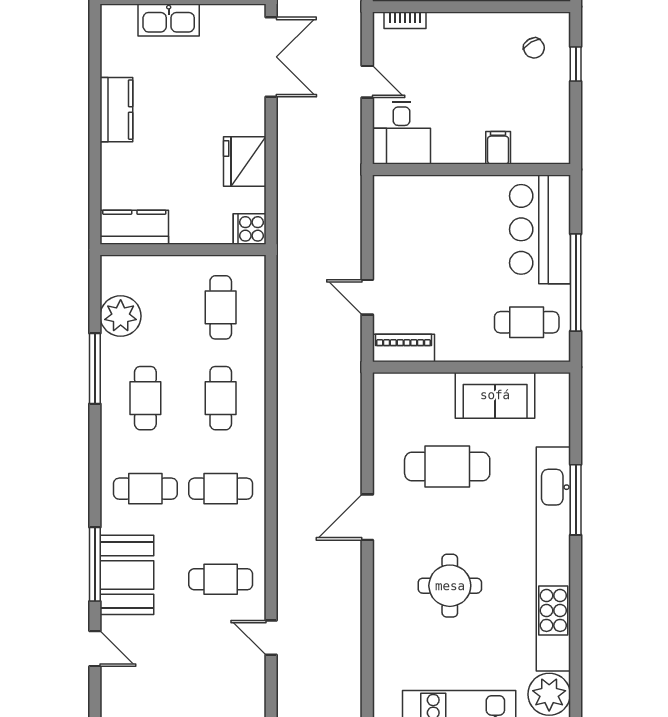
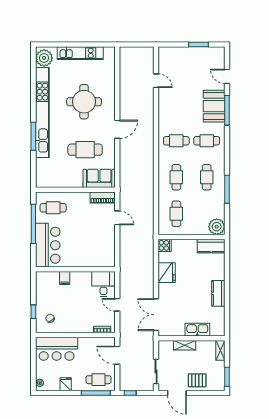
plant: (121, 316) -> (217, 227), moved
sofa: (495, 395) -> (99, 178), moved
cafe table: (221, 579) -> (176, 104), removed
round table: (450, 586) -> (84, 102), width x1.36, depth x1.36

